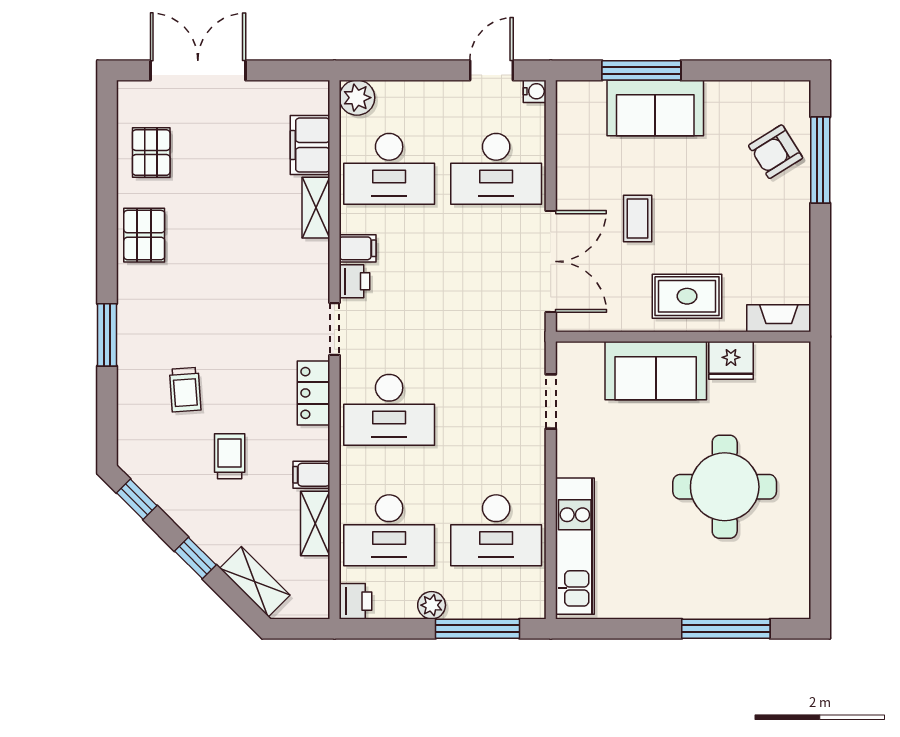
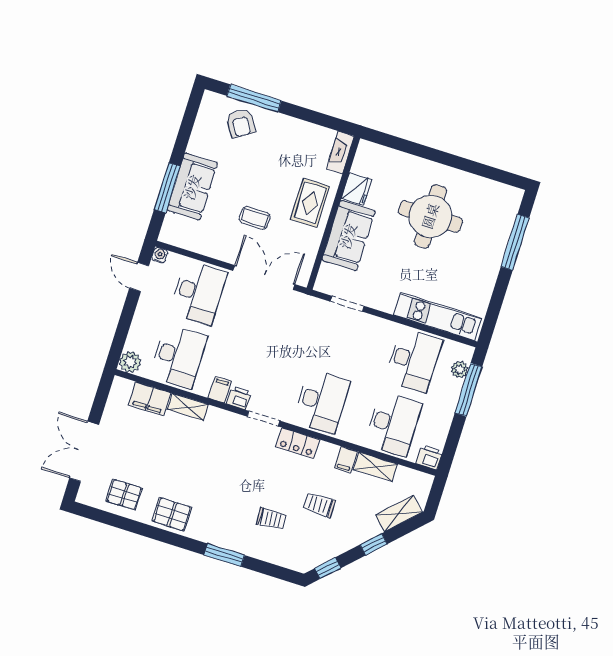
plant: (432, 605) -> (460, 369), moved

